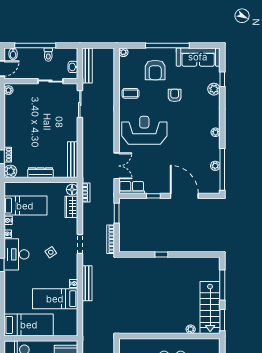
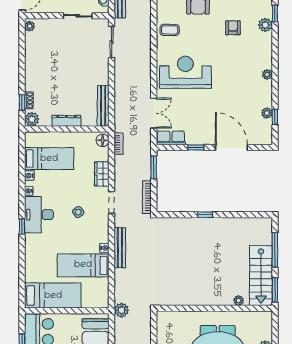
armchair: (175, 95) -> (233, 28), moved
window: (222, 169) -> (275, 117), width x0.32
wardrobe: (71, 207) -> (102, 174), moved
plant: (89, 338) -> (121, 310), added

